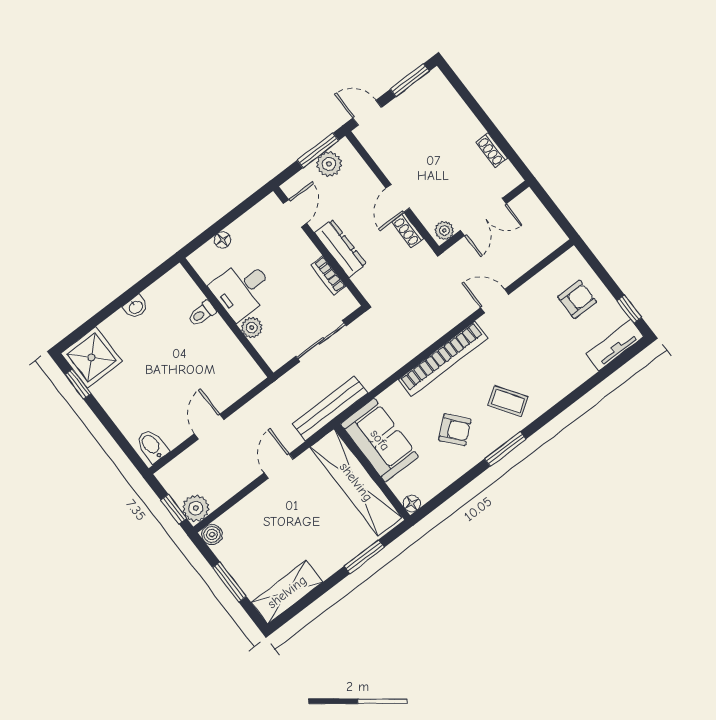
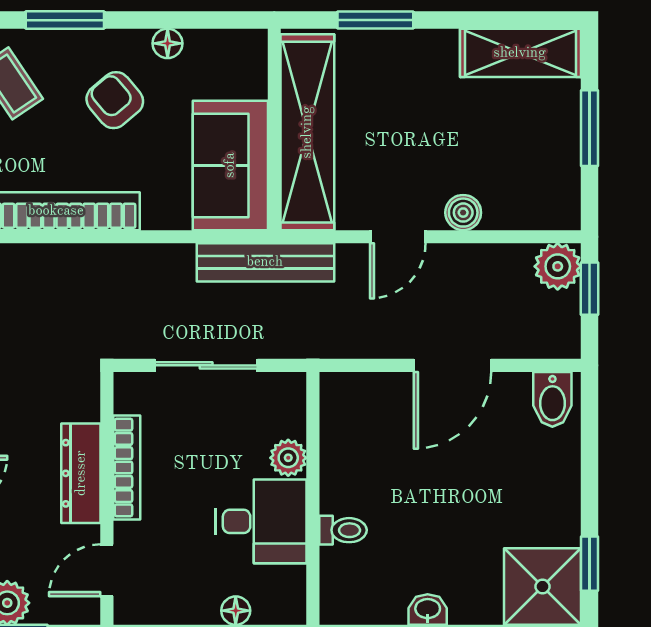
bookcase: (328, 275) -> (127, 467), width x1.56
door: (209, 427) -> (453, 365), width x1.38
floor lamp: (412, 504) -> (168, 43), moved
boiler: (212, 535) -> (463, 213), moved

